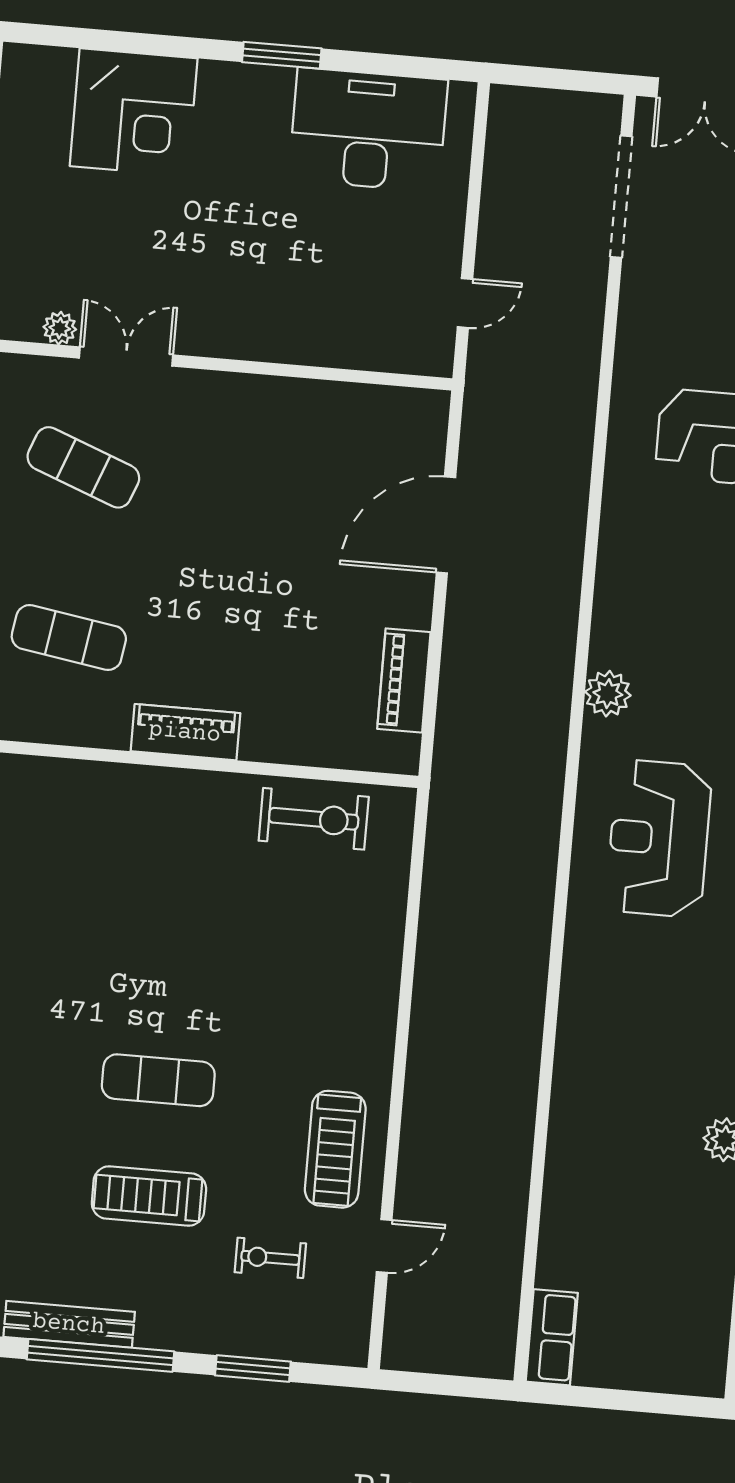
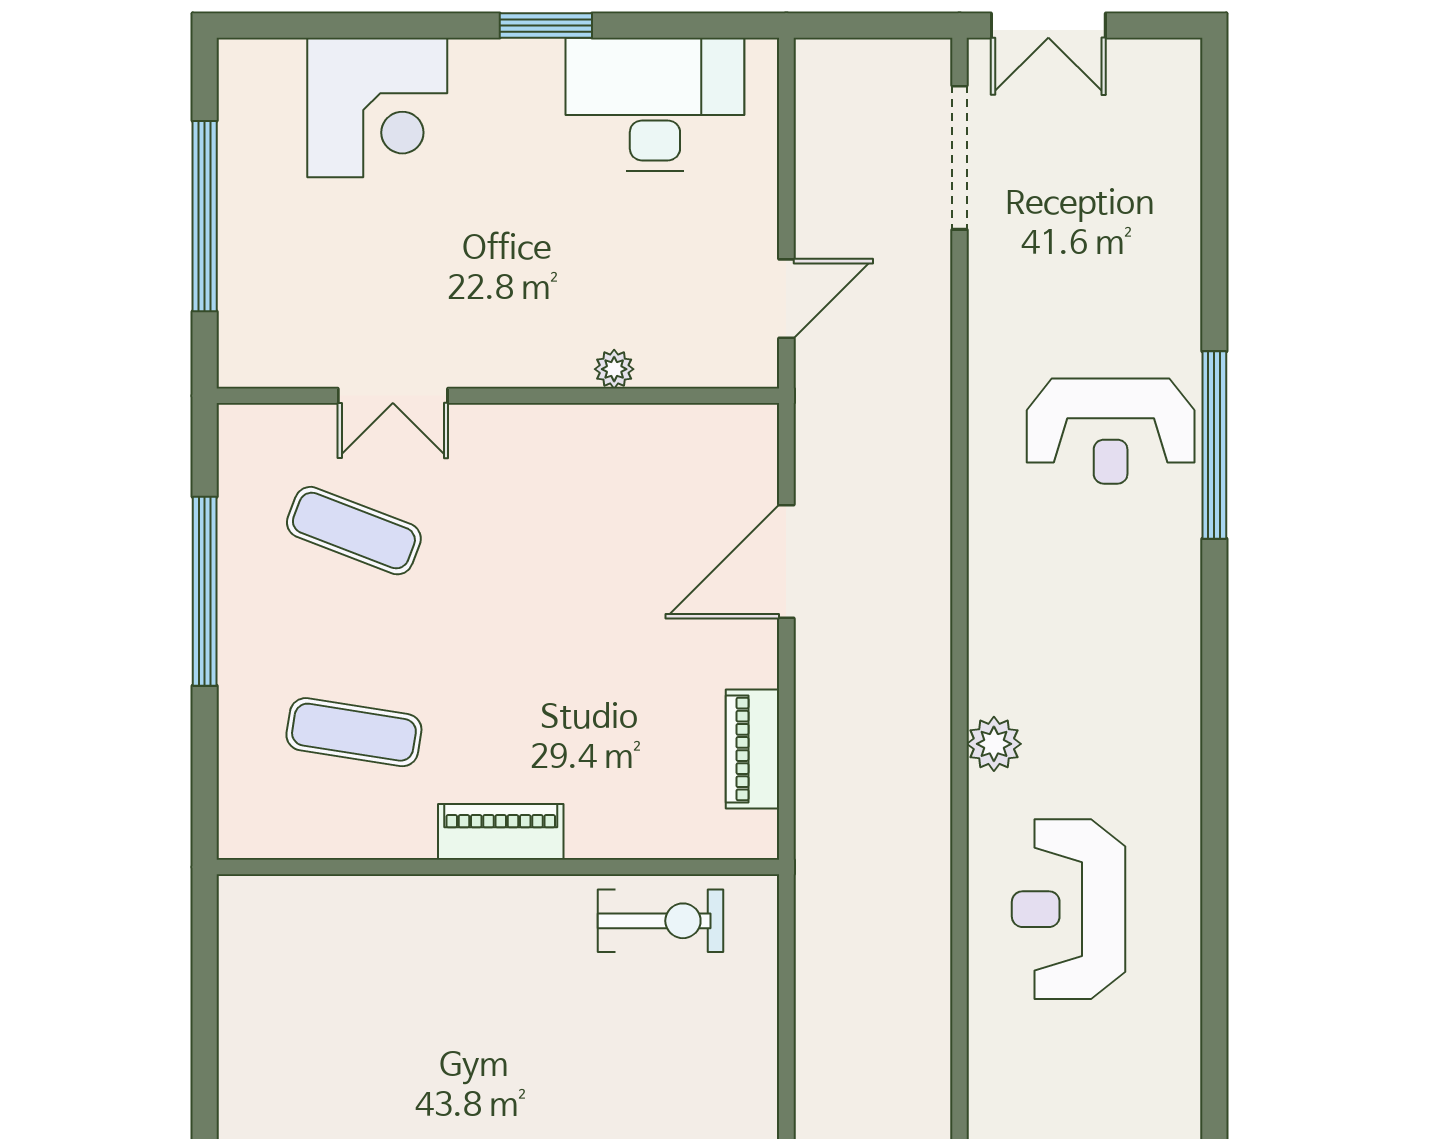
door: (465, 303) -> (786, 299), width x1.38
plant: (60, 328) -> (614, 369), moved
double door: (126, 357) -> (393, 396), swing flipped

